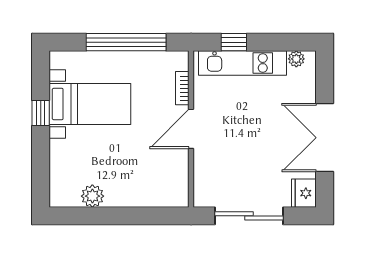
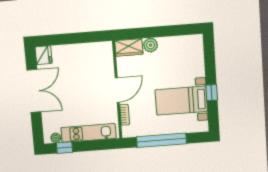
window: (234, 42) -> (64, 148), moved
wardrobe: (167, 195) -> (129, 47), added
plant: (92, 196) -> (150, 45), moved
sliding door: (249, 216) -> (77, 38), removed

